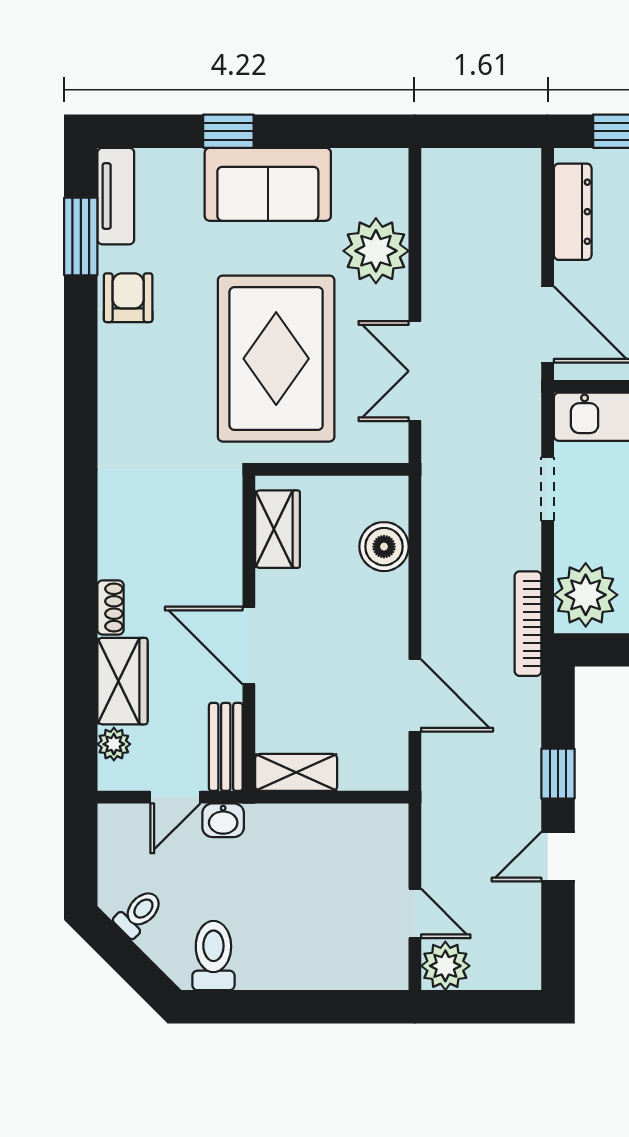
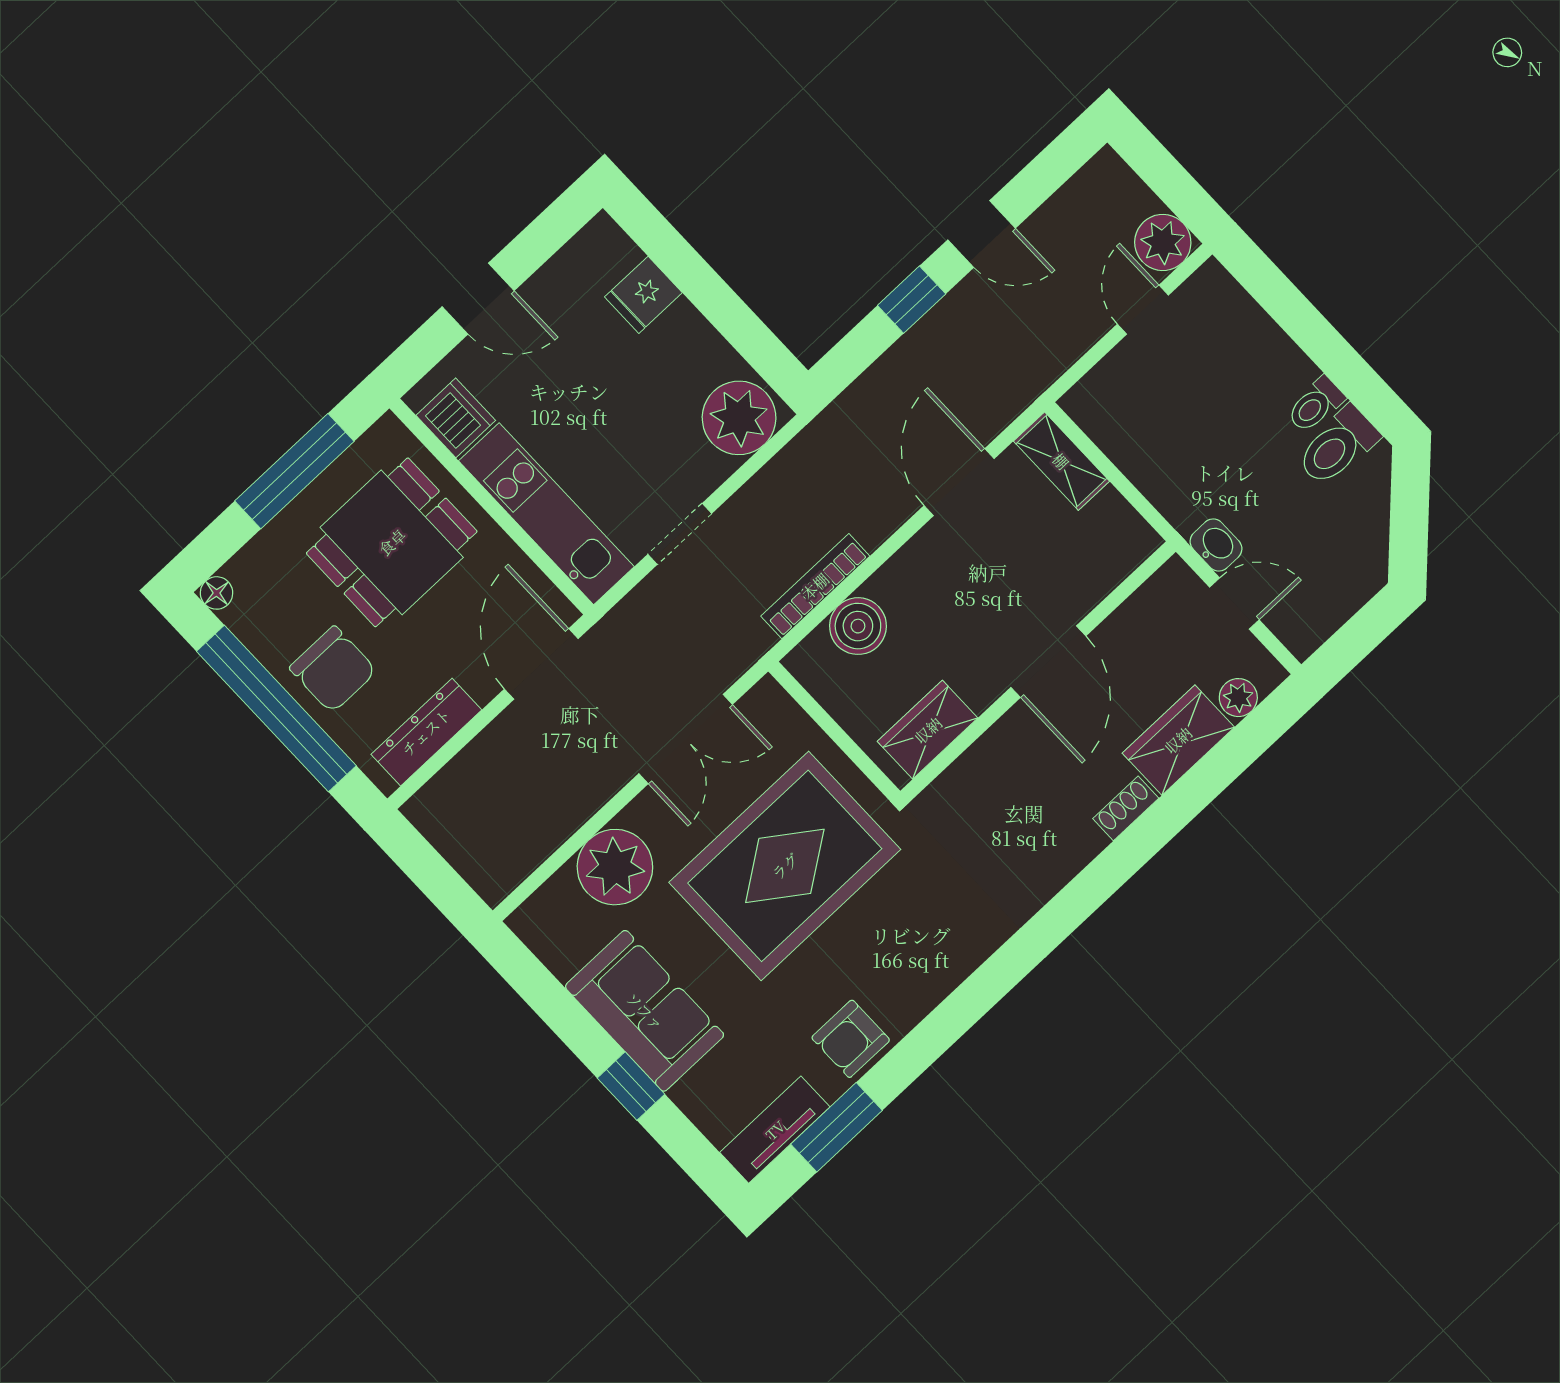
bookcase: (528, 624) -> (815, 586), moved, turned 180
bench: (226, 747) -> (1152, 601), removed
shelving: (296, 772) -> (1061, 461), moved
toilet: (139, 913) -> (1315, 405), moved, turned -45

